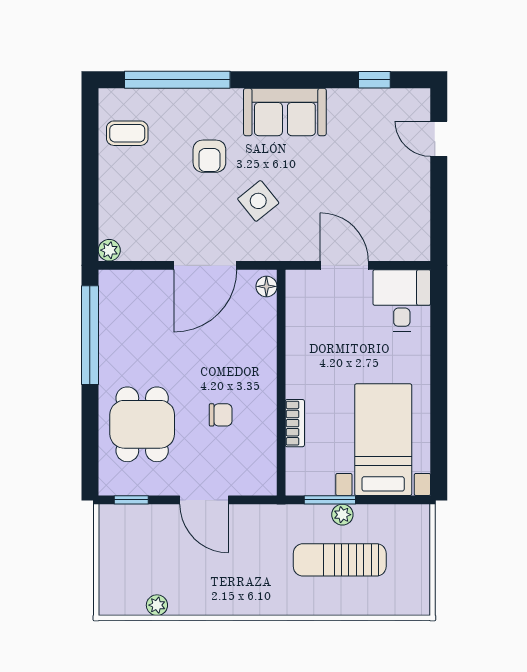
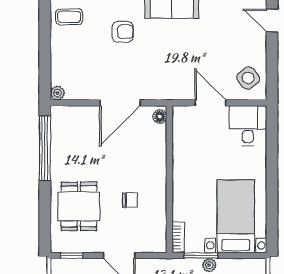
armchair: (209, 156) -> (123, 32), turned -90
side table: (258, 201) -> (248, 78), moved
bookcase: (295, 423) -> (178, 237), moved

